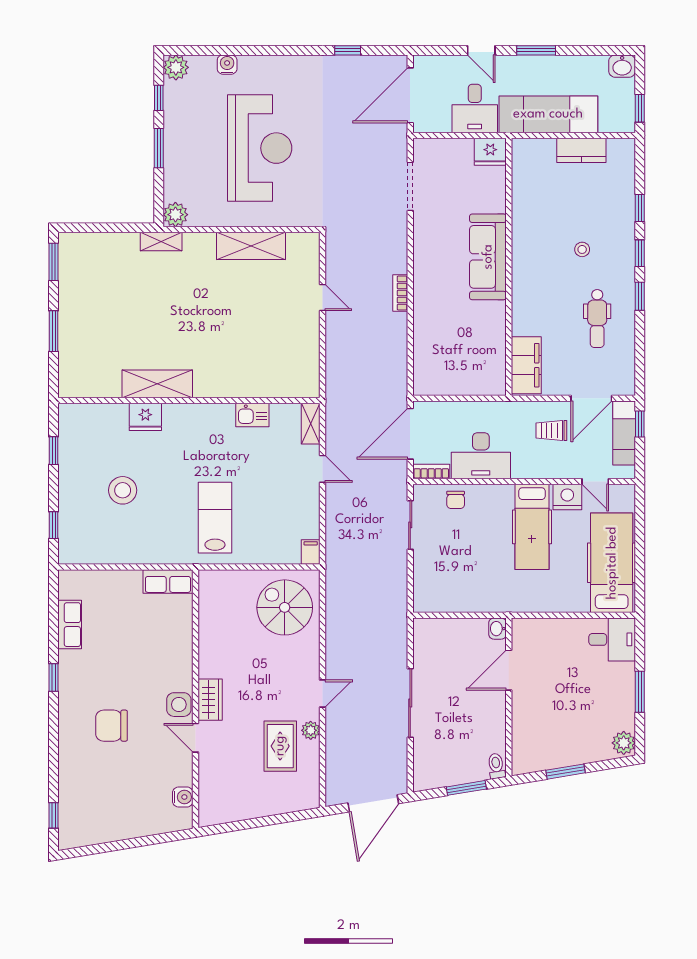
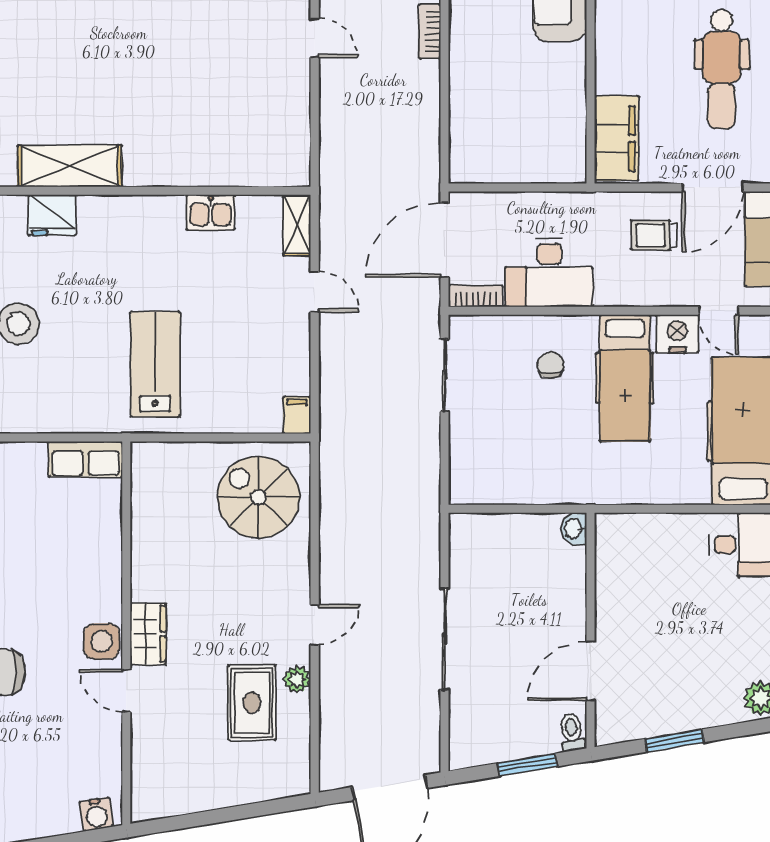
dental chair: (597, 319) -> (722, 69), width x1.36, depth x1.38
chair: (456, 500) -> (551, 365), moved, turned 180
door: (509, 670) -> (591, 671), moved
water cooler: (183, 797) -> (96, 814), moved, turned 81

